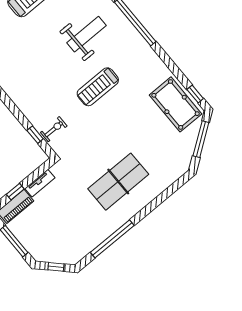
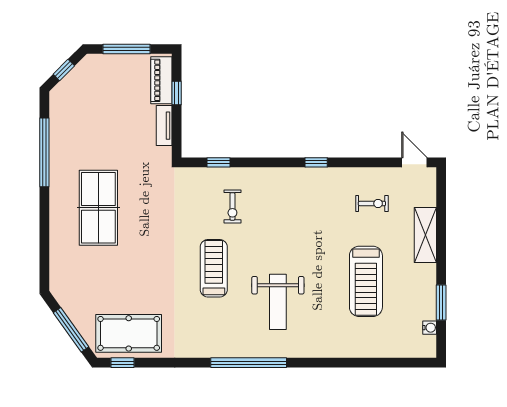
exercise bike: (54, 129) -> (232, 206), moved

